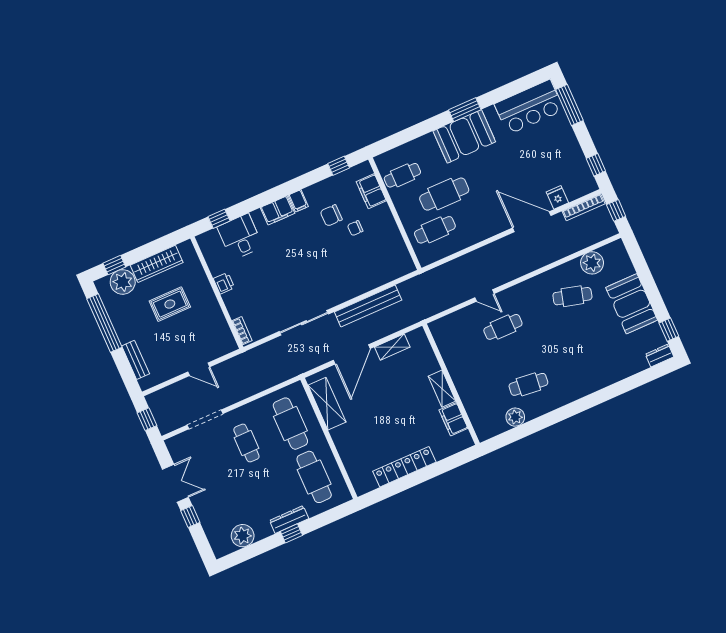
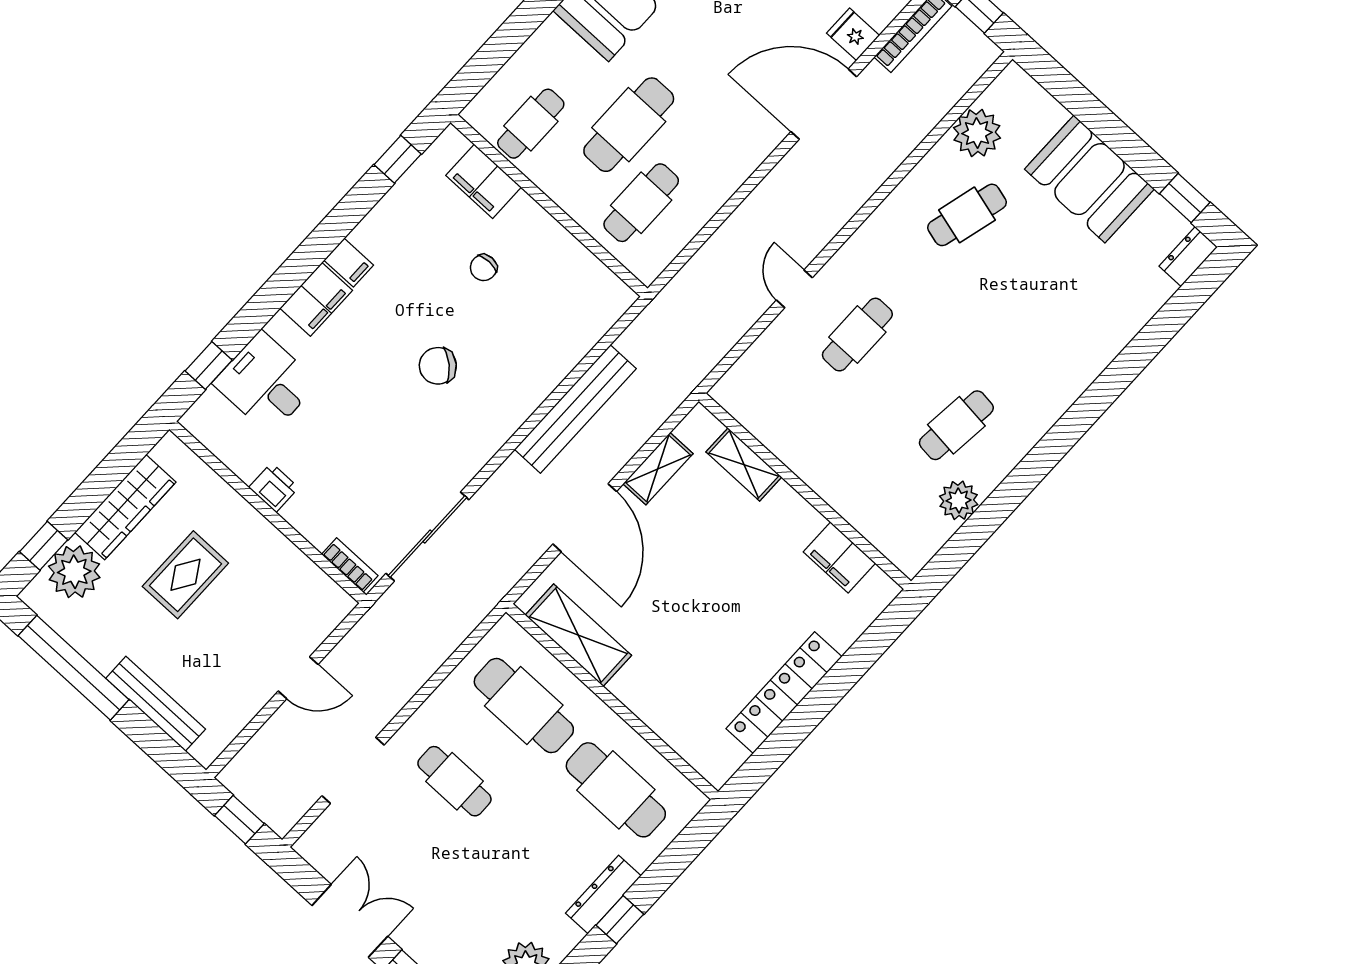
chair: (331, 215) -> (438, 366), moved, turned 42
door: (484, 296) -> (794, 289), swing flipped
sliding door: (304, 323) -> (427, 537), moved
bench: (136, 360) -> (156, 704), width x1.36
shelving: (442, 389) -> (744, 465), moved

